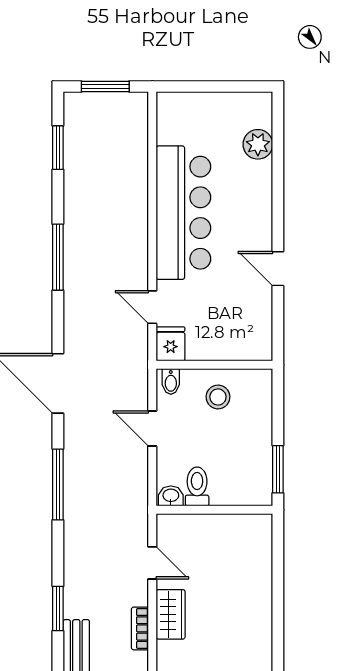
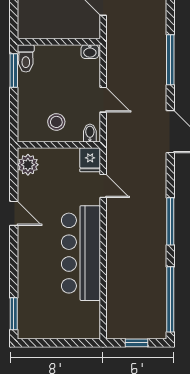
window: (105, 87) -> (137, 343), width x0.67
window: (278, 127) -> (14, 314), added
plant: (258, 144) -> (28, 165), moved
window: (58, 148) -> (170, 299), width x2.11
toilet: (197, 486) -> (26, 58), moved

